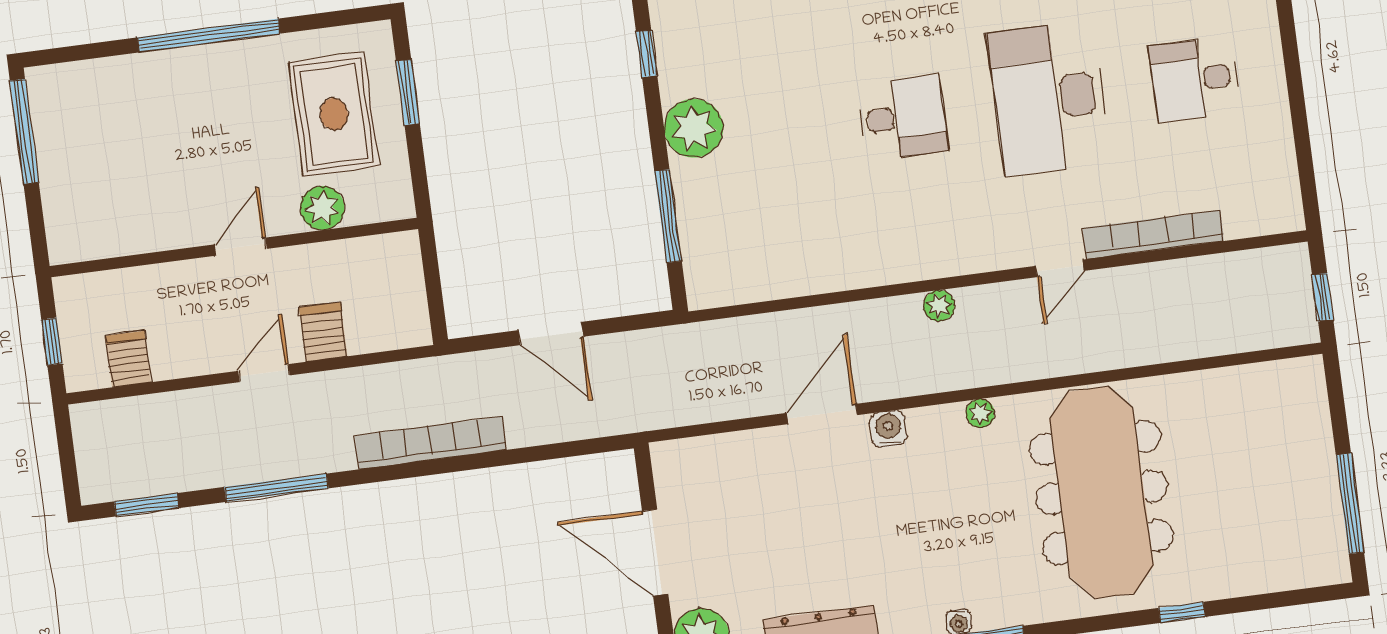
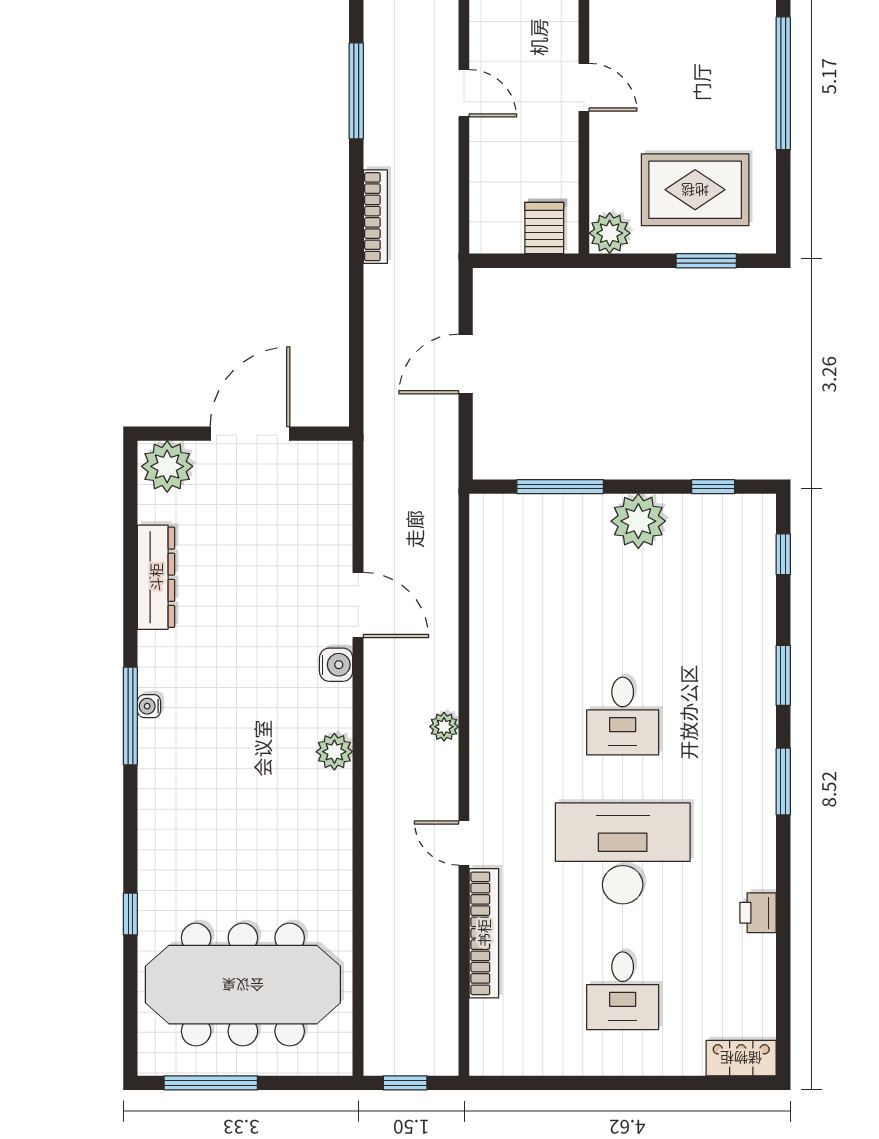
desk: (1195, 79) -> (623, 991), turned 180
plant: (322, 208) -> (610, 233), moved
server rack: (323, 332) -> (544, 228), moved, turned -90
plant: (980, 413) -> (334, 752), width x1.38, depth x1.38
bookcase: (431, 443) -> (375, 217), width x0.68, depth x0.76
meeting table: (1102, 492) -> (243, 985), moved

